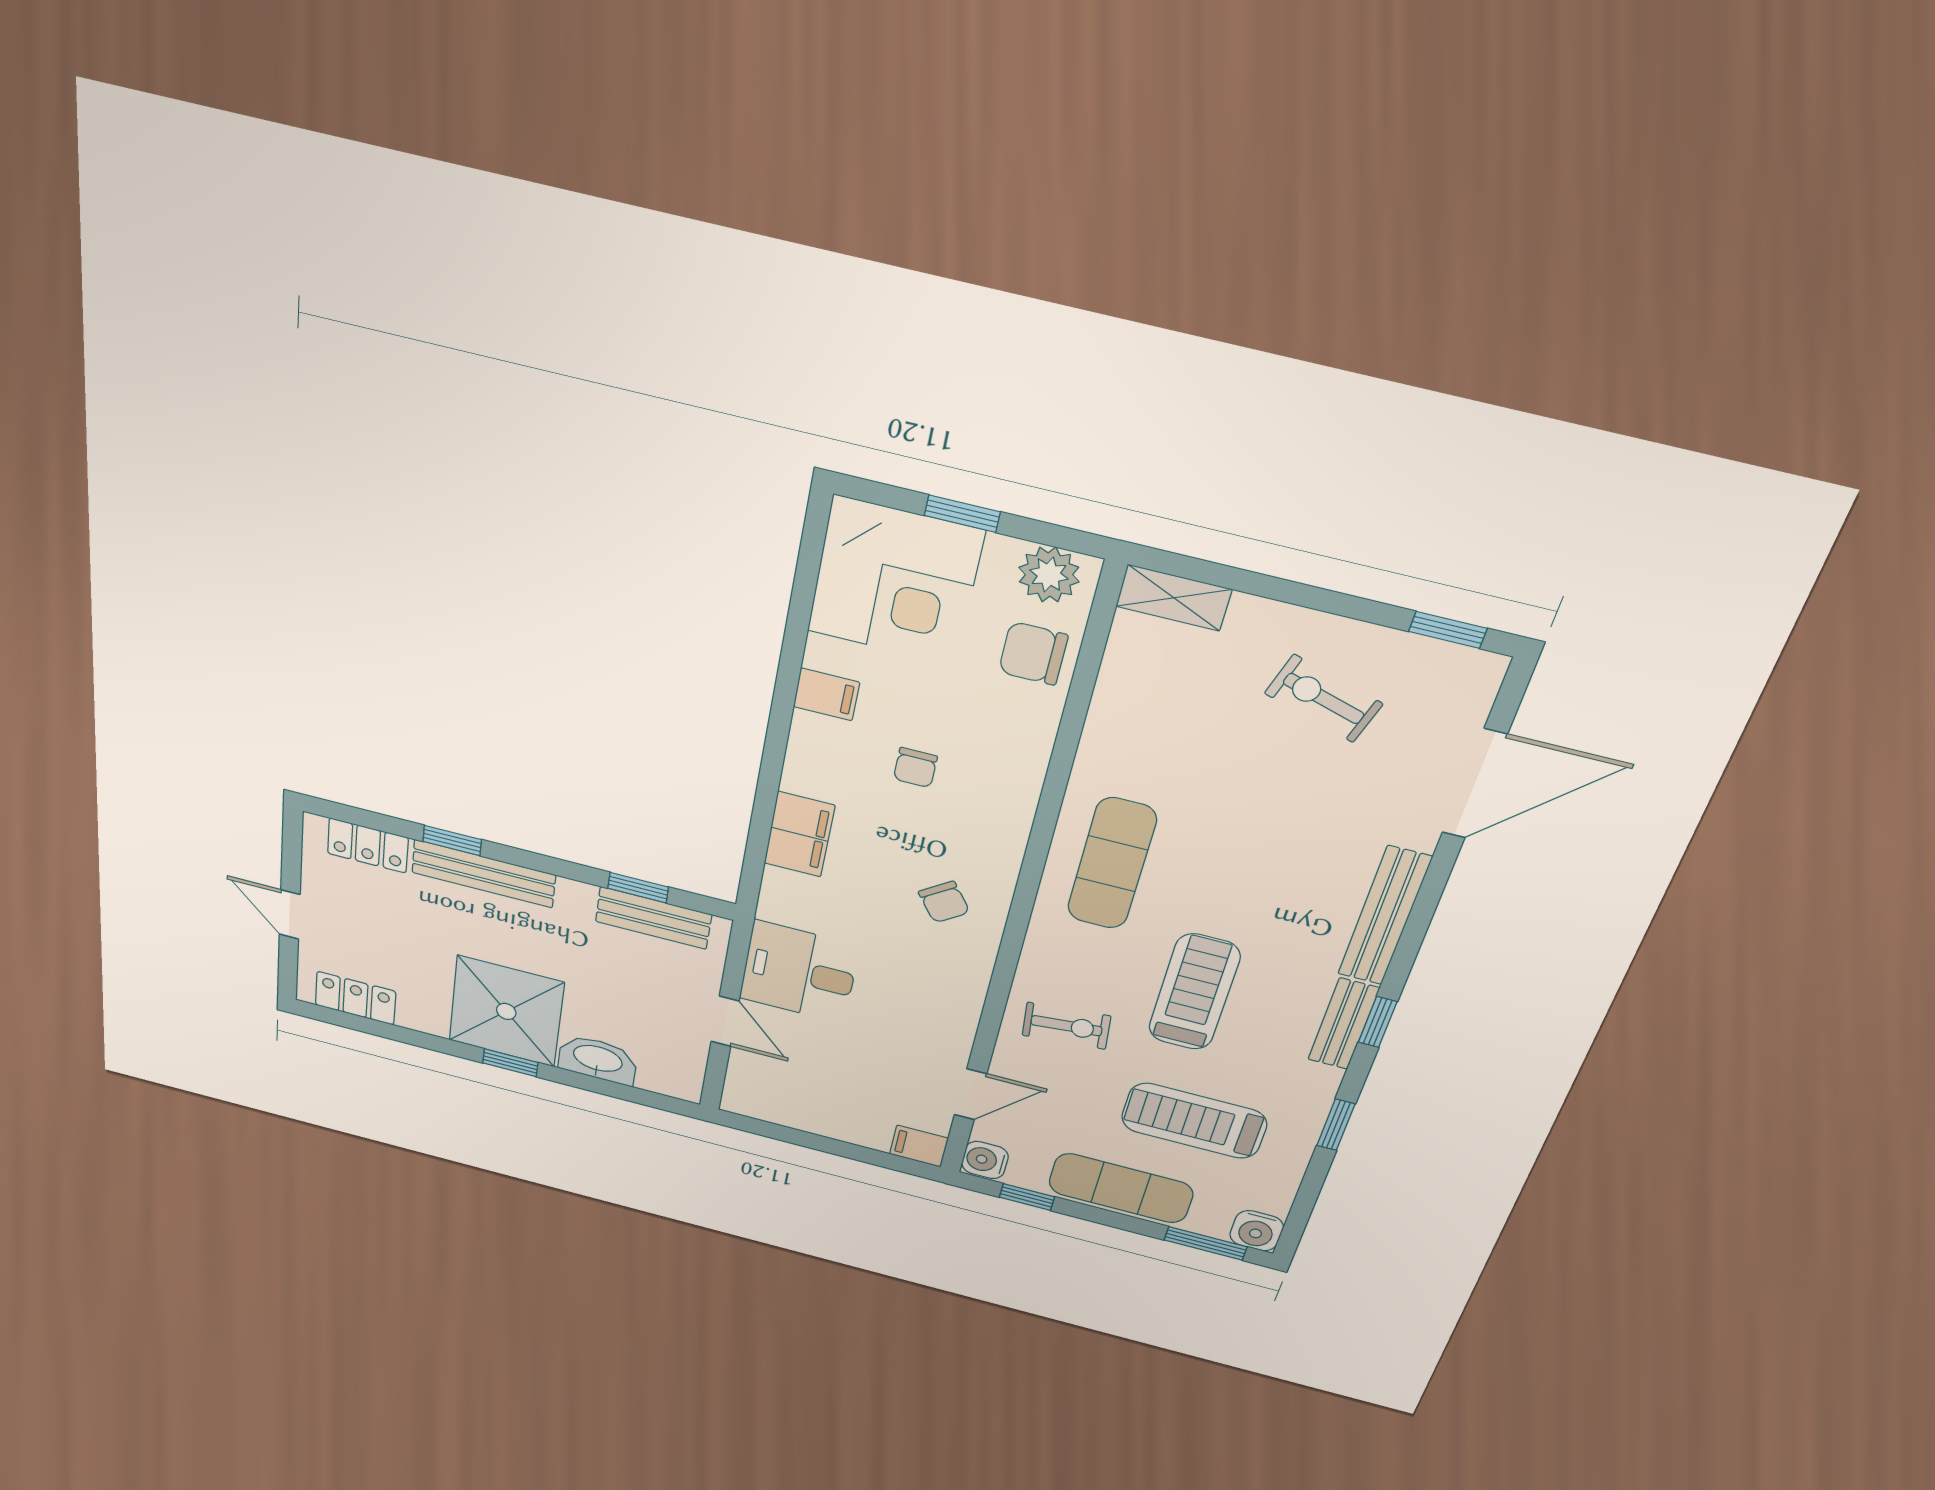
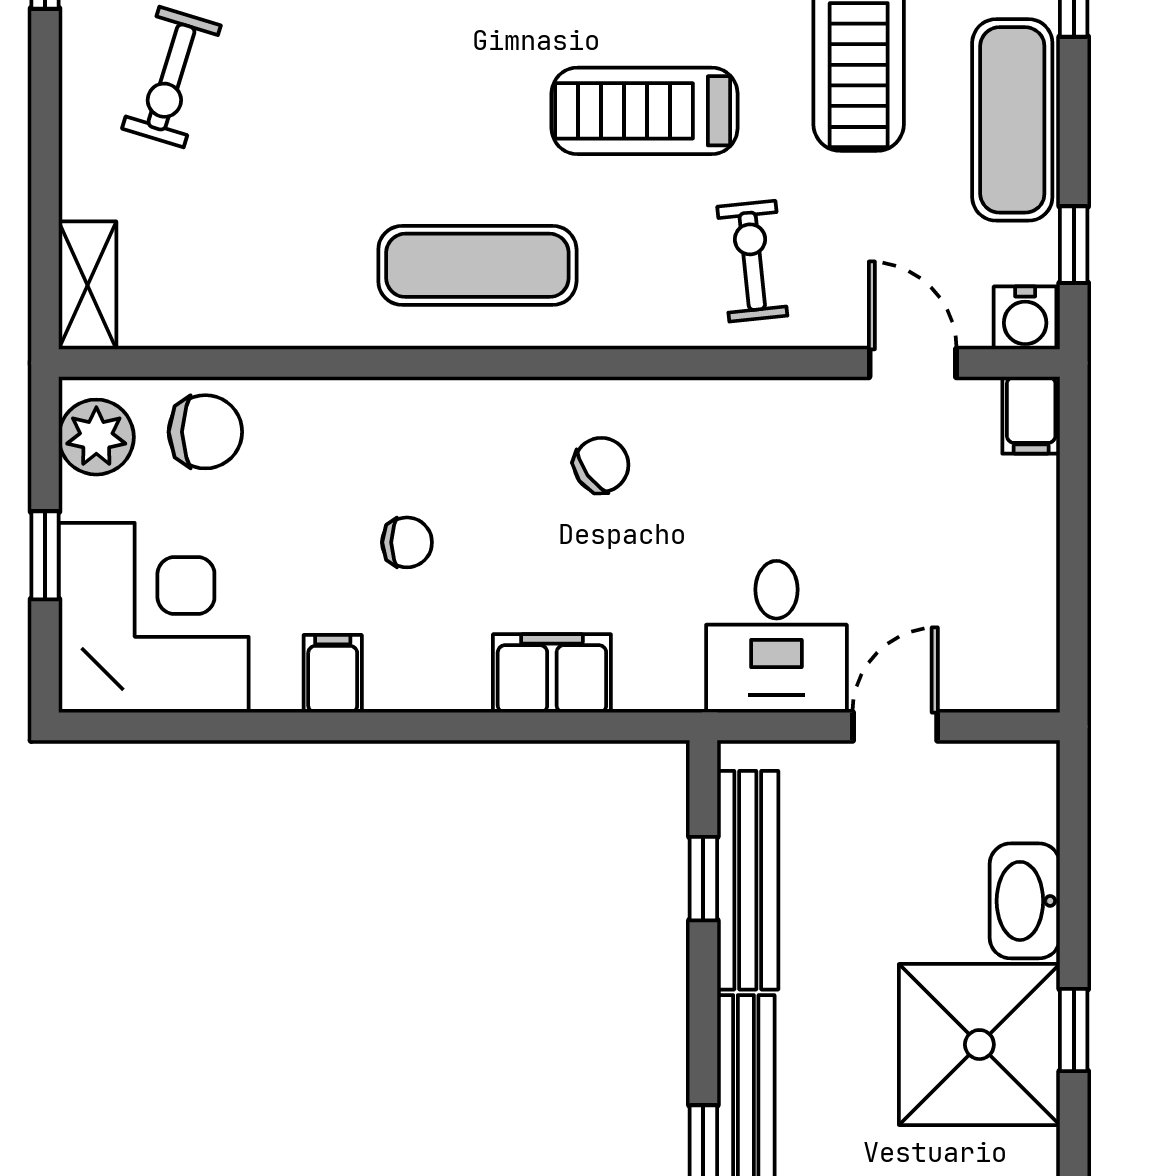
chair: (1033, 653) -> (205, 432), turned -90
bench: (653, 918) -> (748, 880), width x1.36

